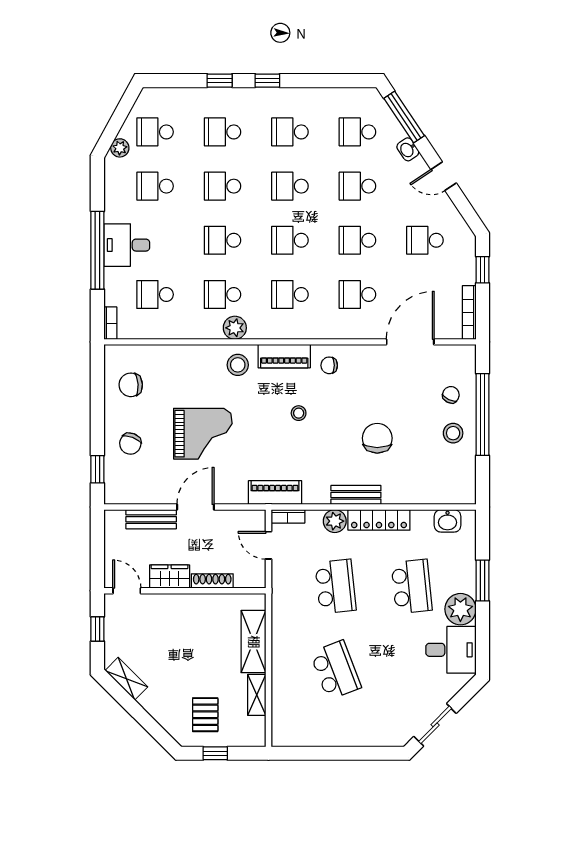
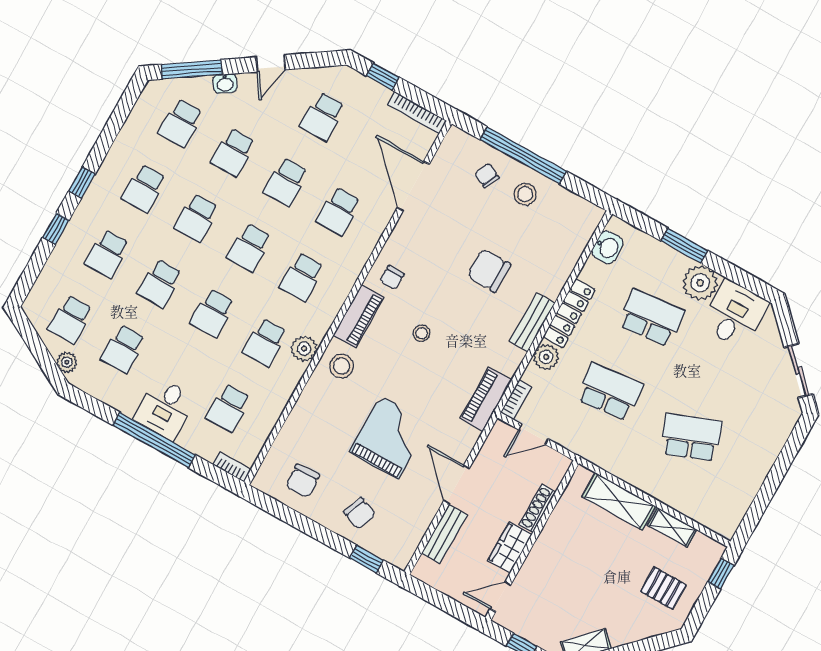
window: (215, 753) -> (721, 574), moved

